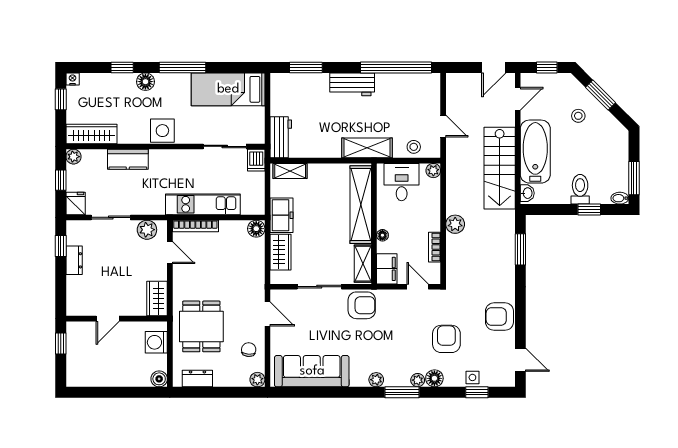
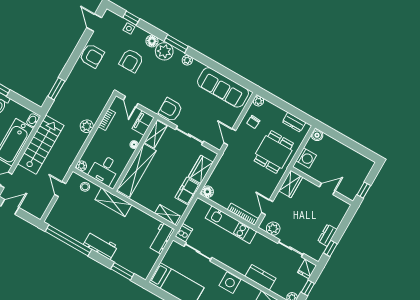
plant: (418, 380) -> (164, 51), width x1.87, depth x1.87

